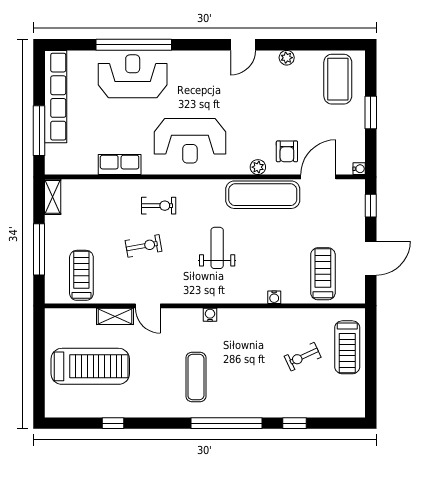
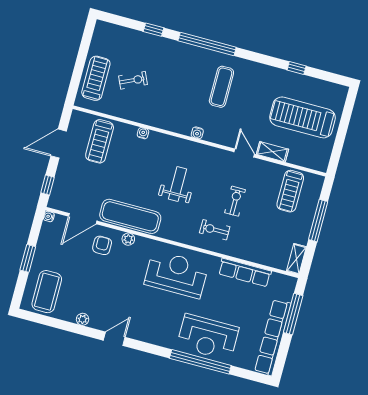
row of seats: (120, 165) -> (245, 272), width x1.48
exercise bike: (144, 246) -> (235, 201), turned 100
weight bench: (217, 248) -> (178, 184), turned 180

